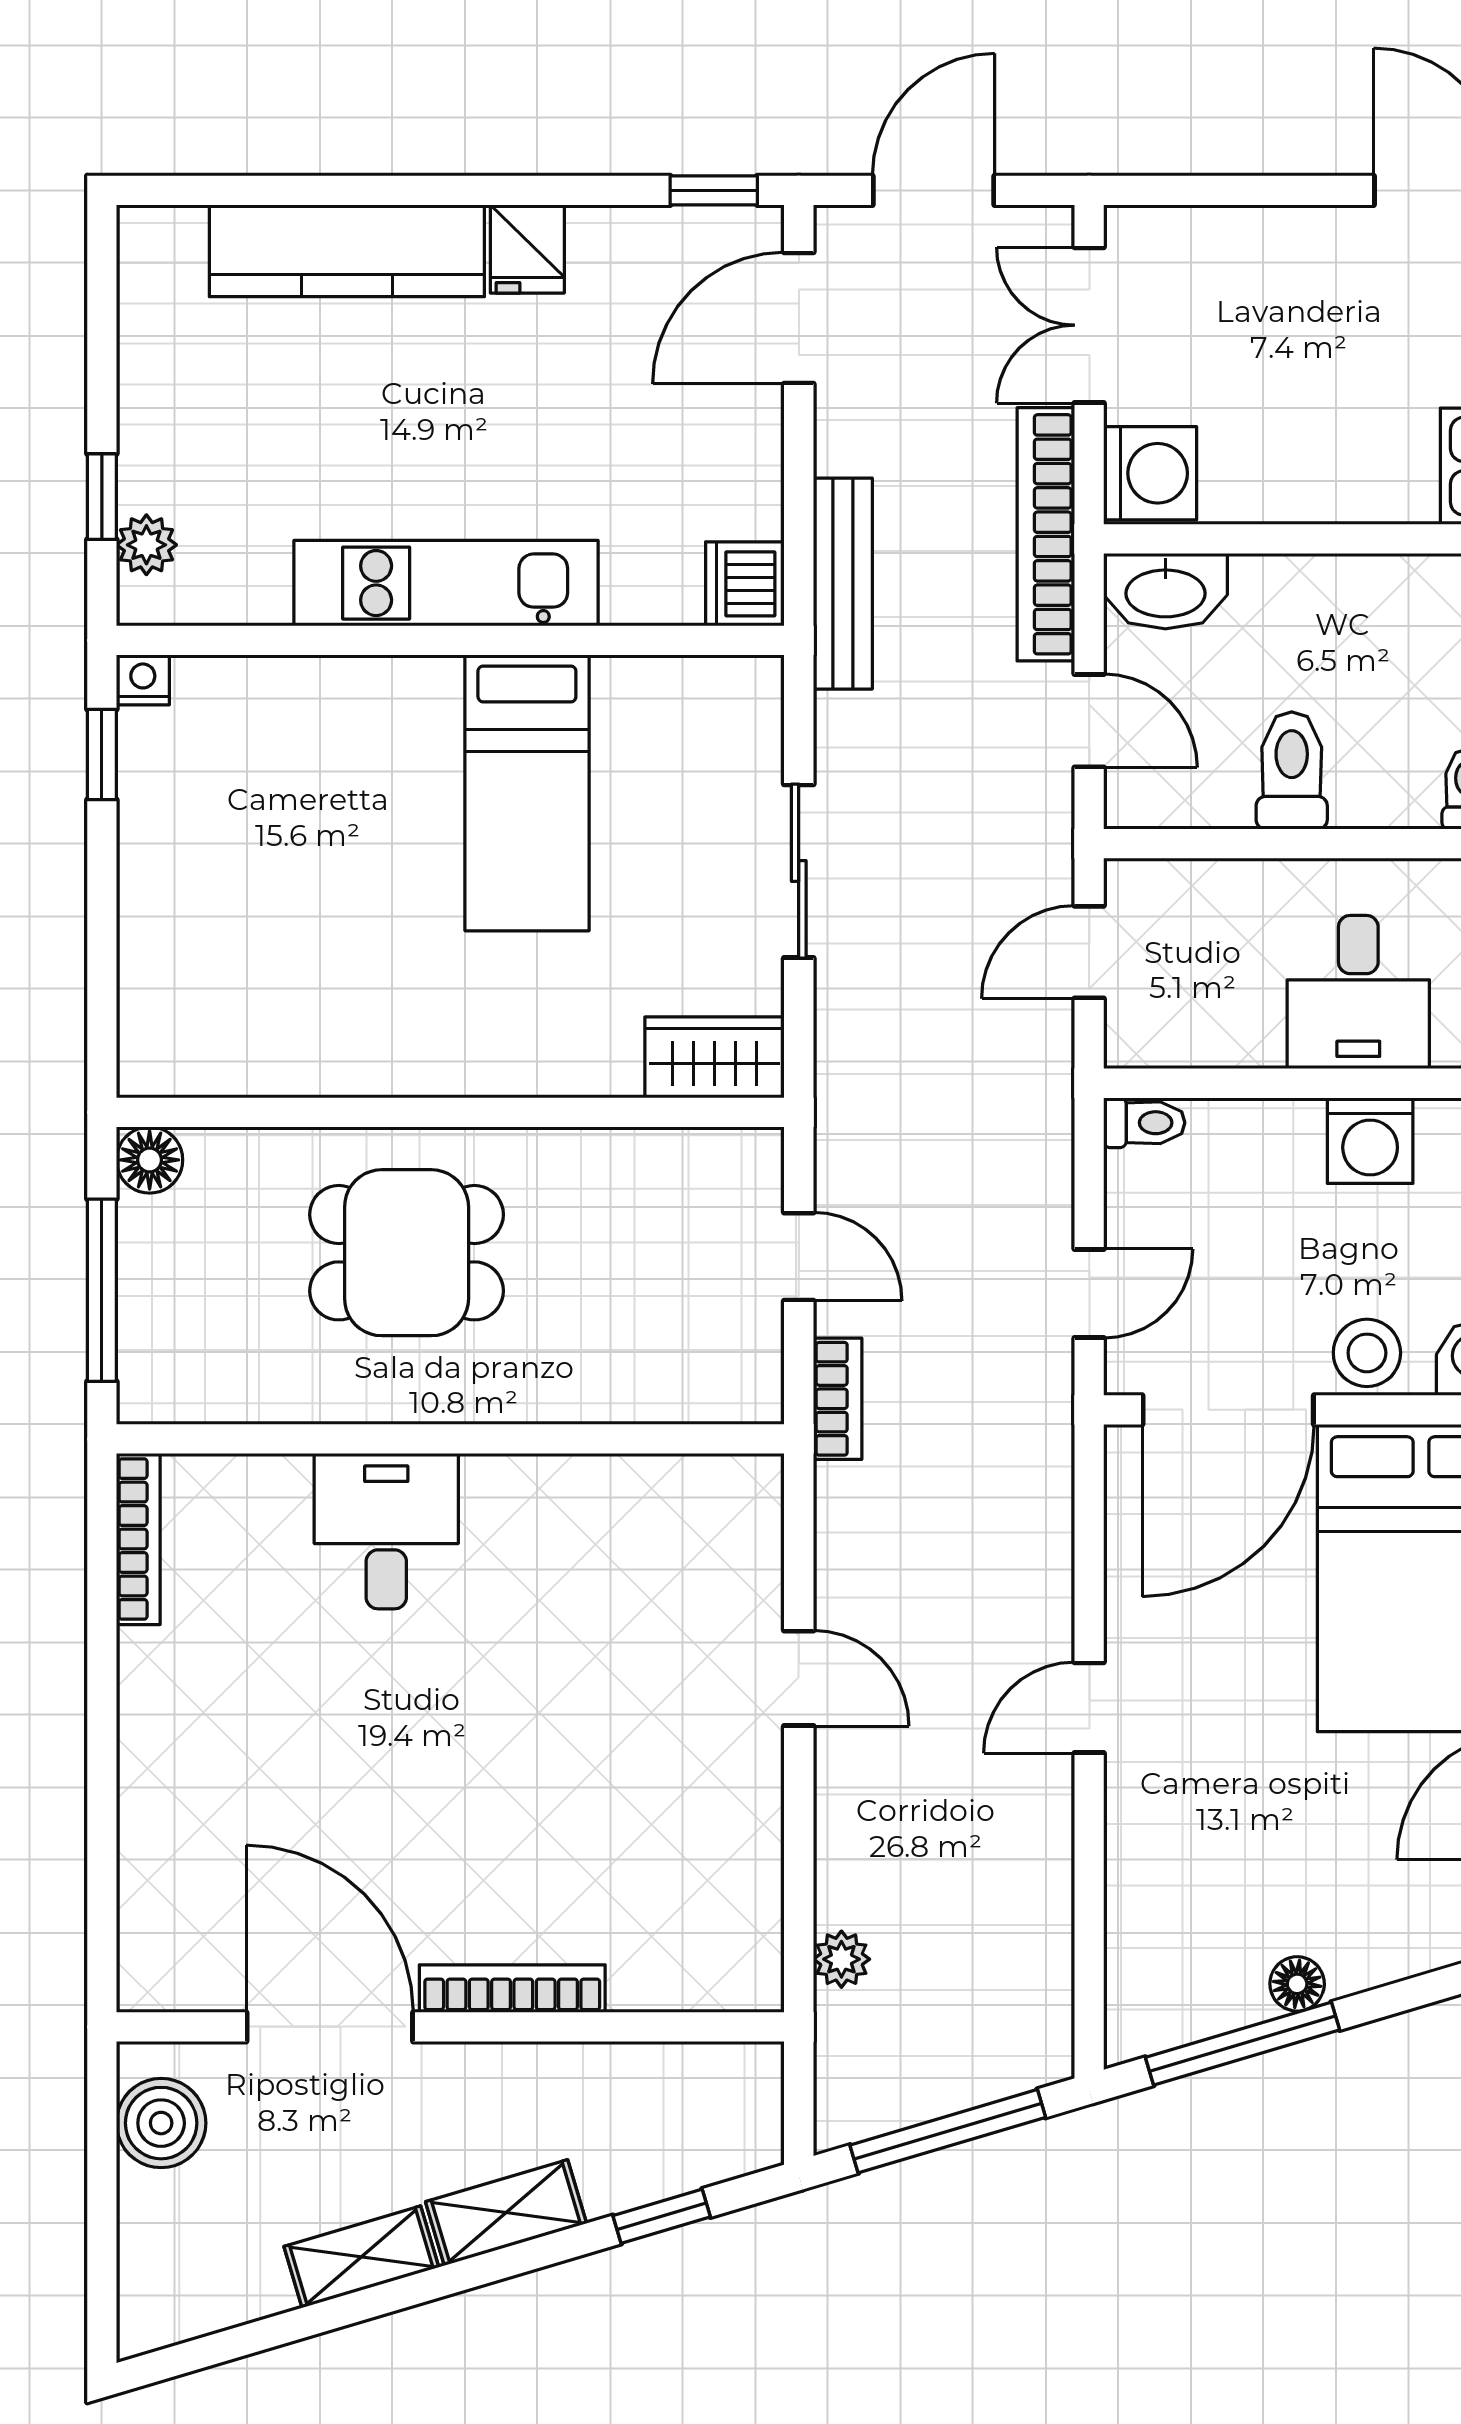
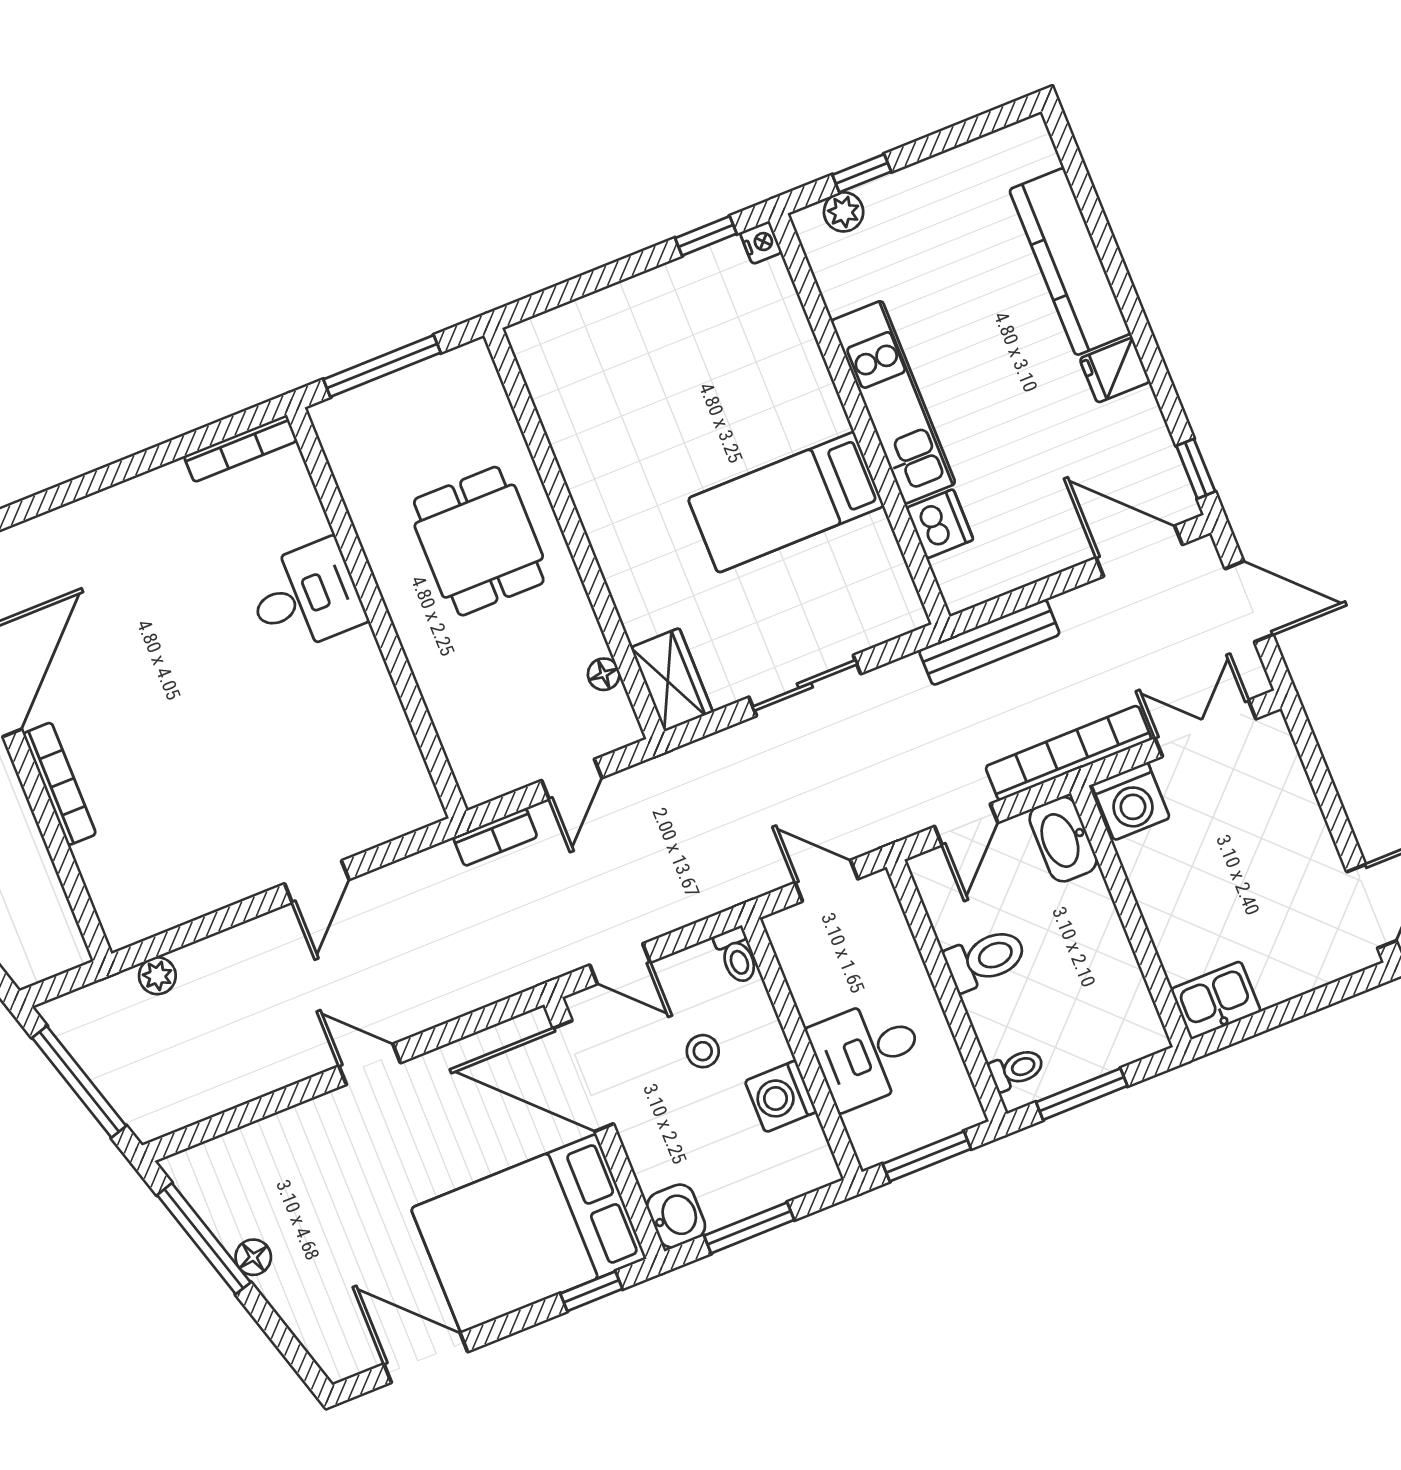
dishwasher: (745, 584) -> (940, 524), moved, turned 90
floor lamp: (150, 1160) -> (604, 674), moved, width x0.73, depth x0.73
stool: (1367, 1353) -> (703, 1051), moved, width x0.73, depth x0.73

